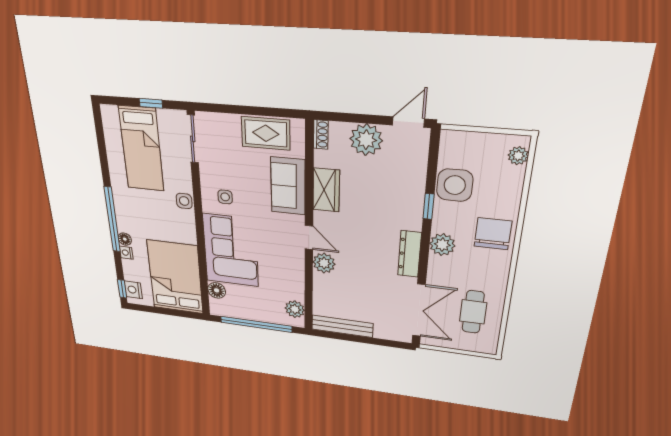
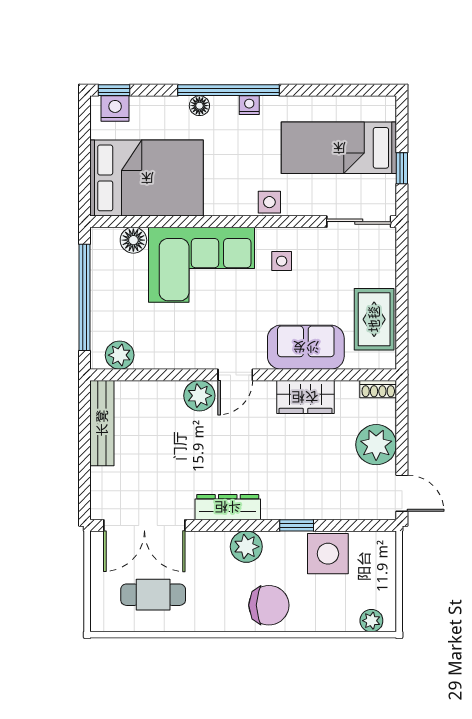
nightstand: (126, 253) -> (249, 105), moved

